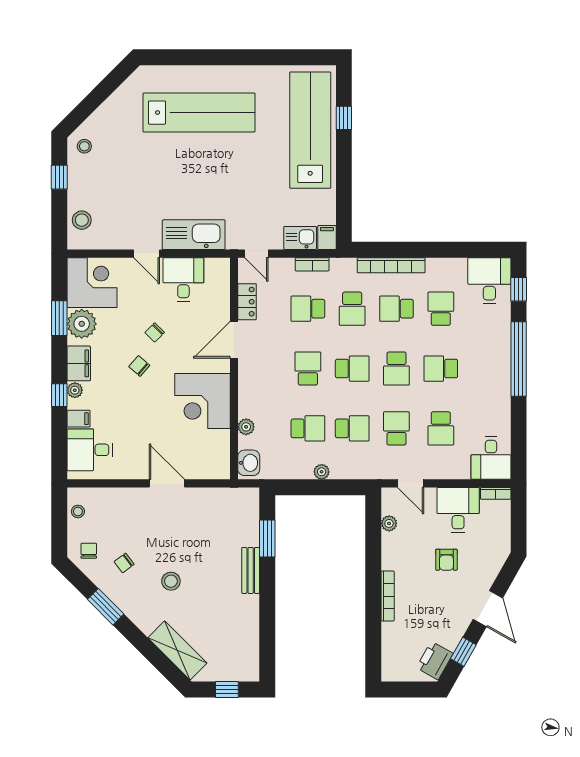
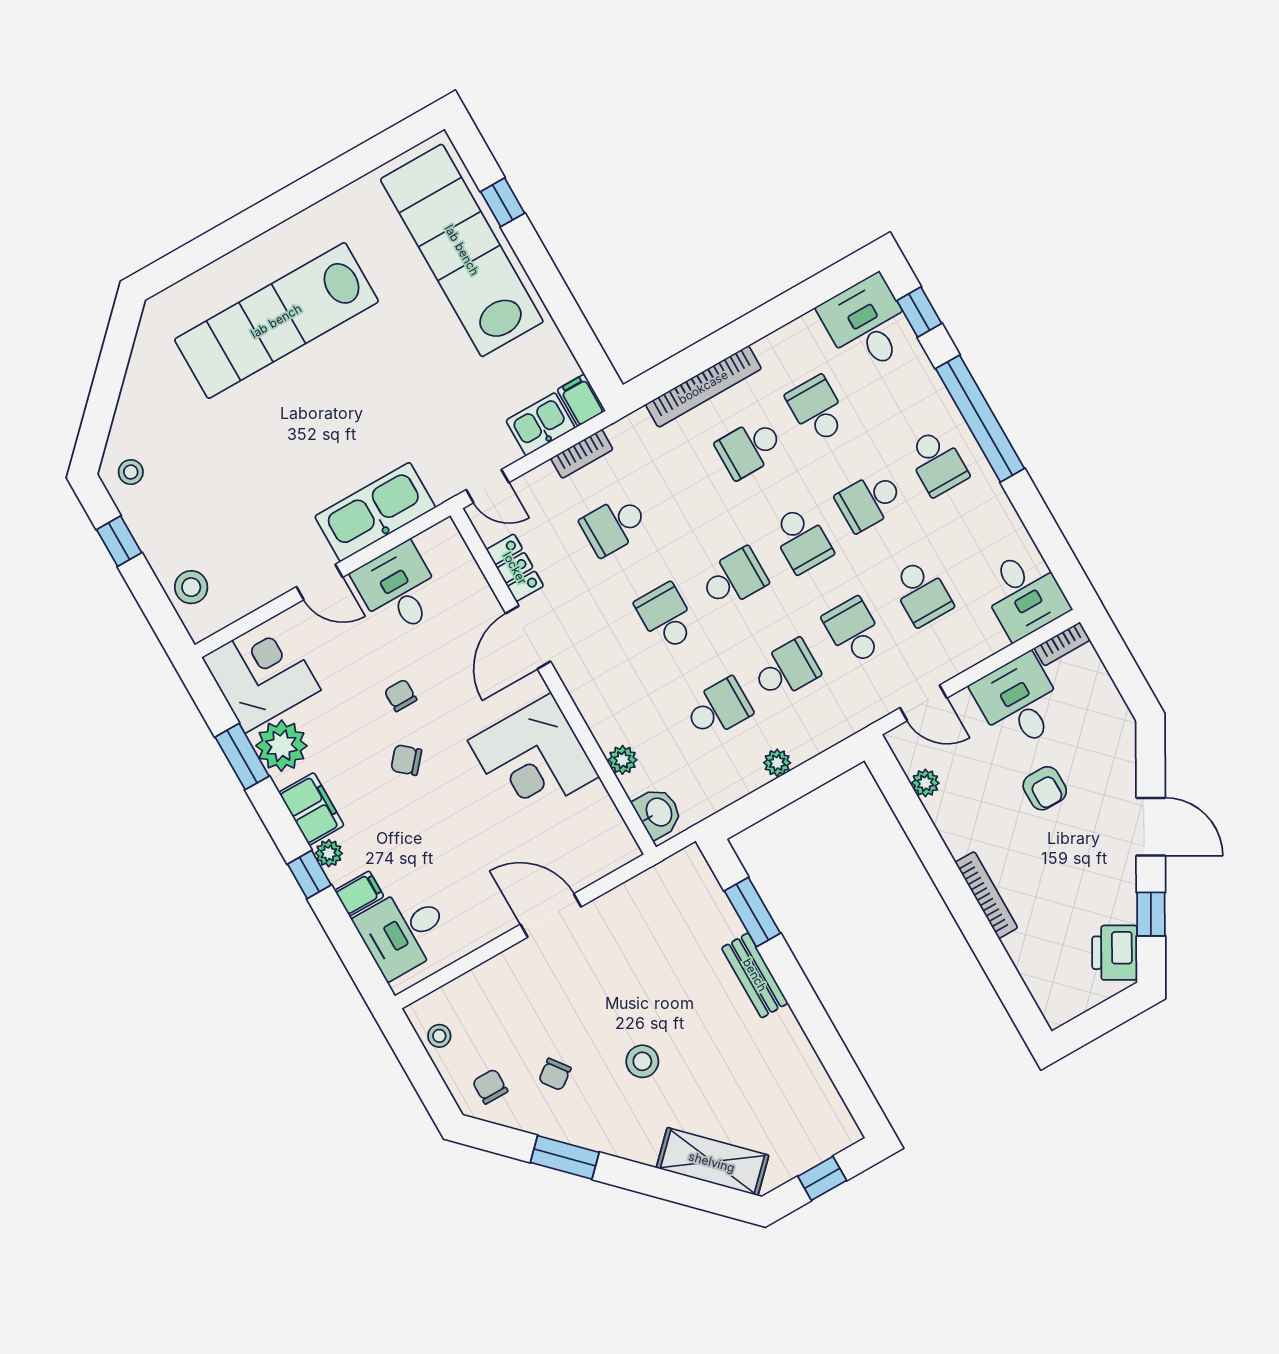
lab bench: (199, 113) -> (276, 321), turned 180
school desk: (352, 309) -> (937, 462), moved
chair: (155, 332) -> (401, 695), turned 135

